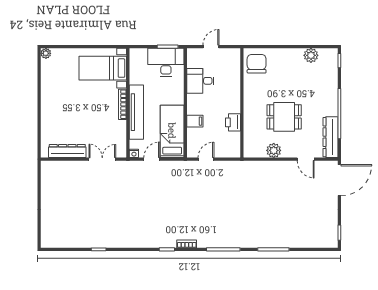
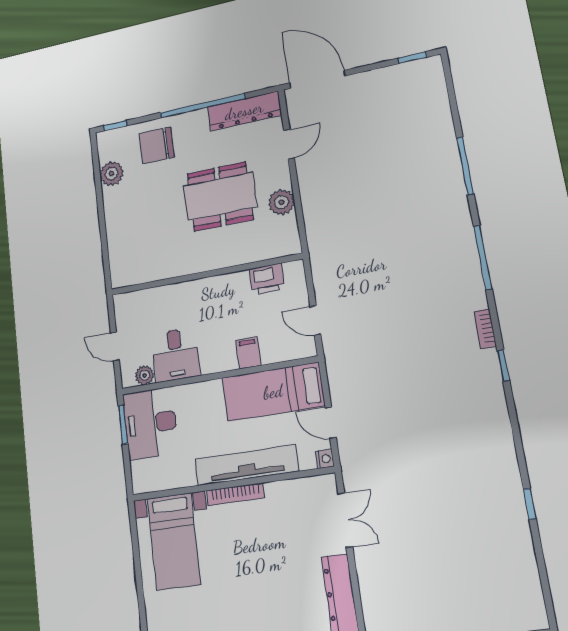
plant: (192, 62) -> (145, 375), added
chair: (257, 64) -> (157, 145), moved
dining table: (284, 117) -> (220, 196), width x1.38
printer: (233, 122) -> (267, 279), moved
double door: (102, 159) -> (345, 520), swing flipped

